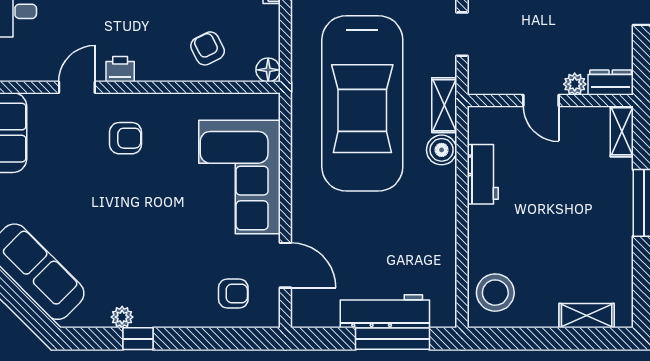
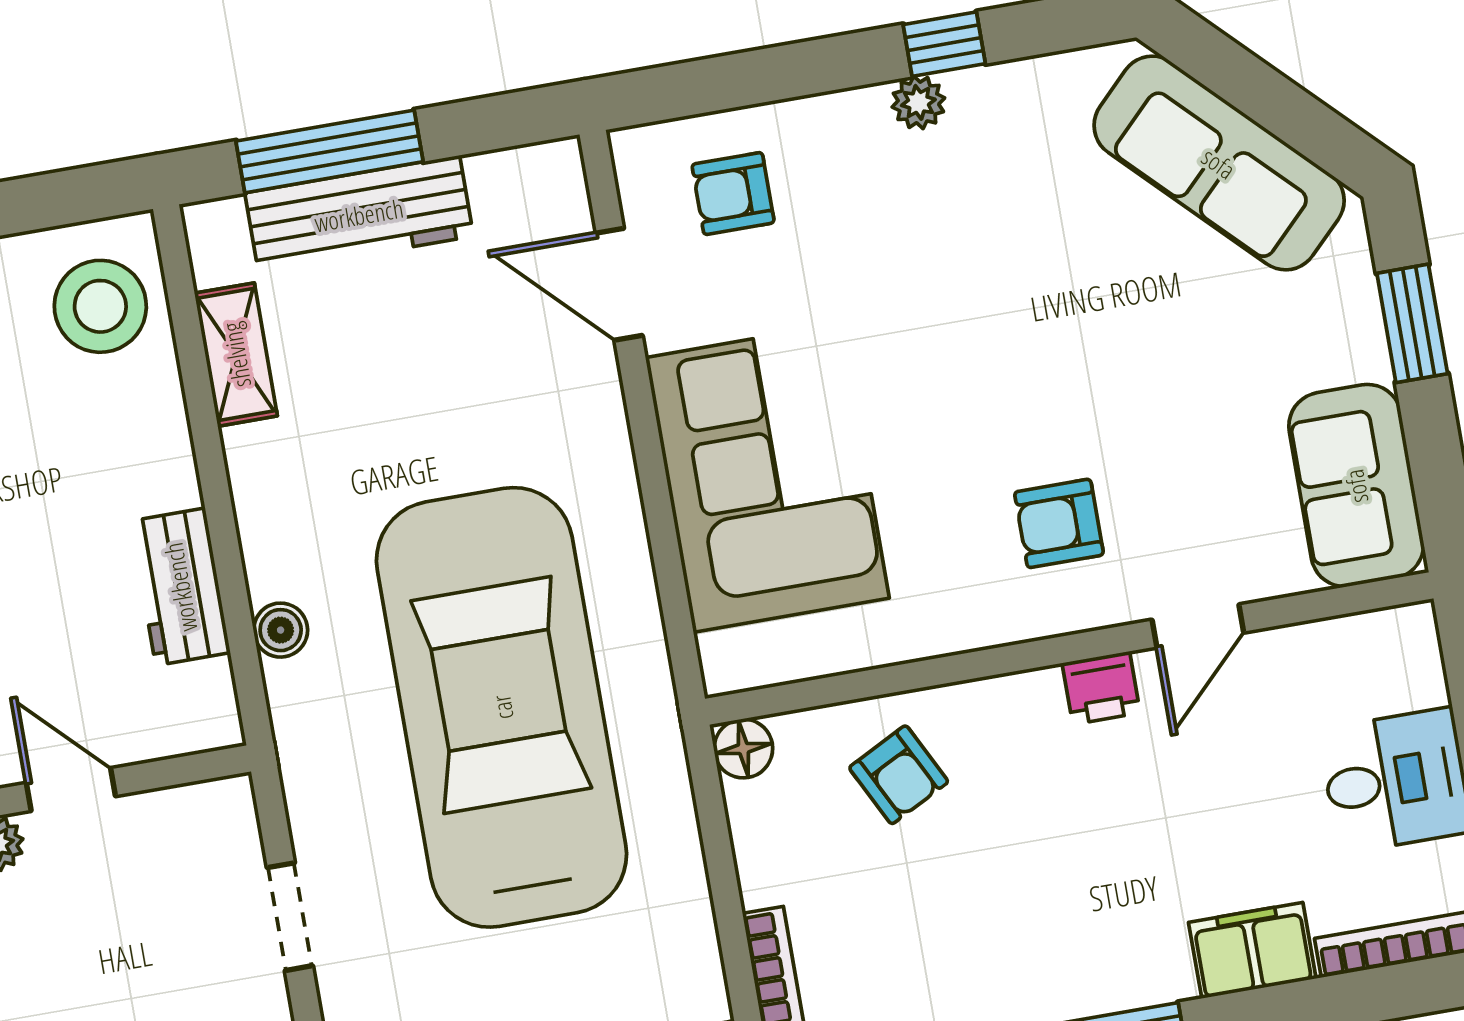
shelving: (444, 105) -> (236, 355), moved
boiler: (442, 150) -> (281, 630), width x0.73, depth x0.73
plant: (122, 317) -> (918, 102), moved

